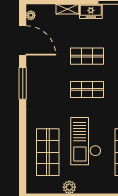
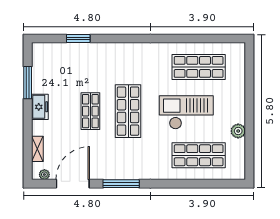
shelving: (67, 9) -> (37, 149), moved
shop shelf: (87, 89) -> (128, 111), width x1.43, depth x1.36
checkout: (86, 141) -> (186, 112), turned 180

